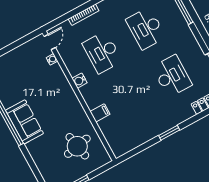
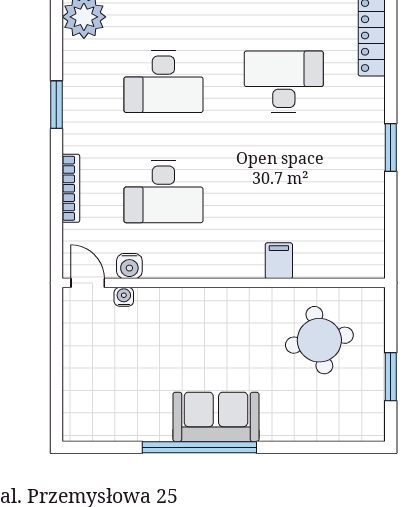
water cooler: (80, 81) -> (129, 266), moved

